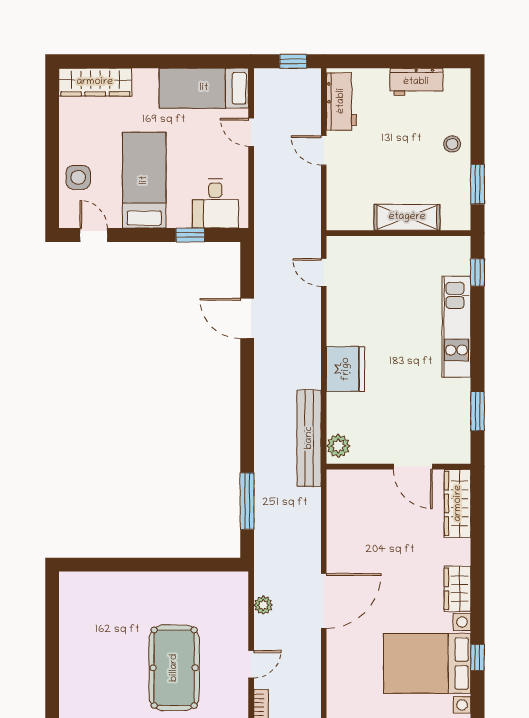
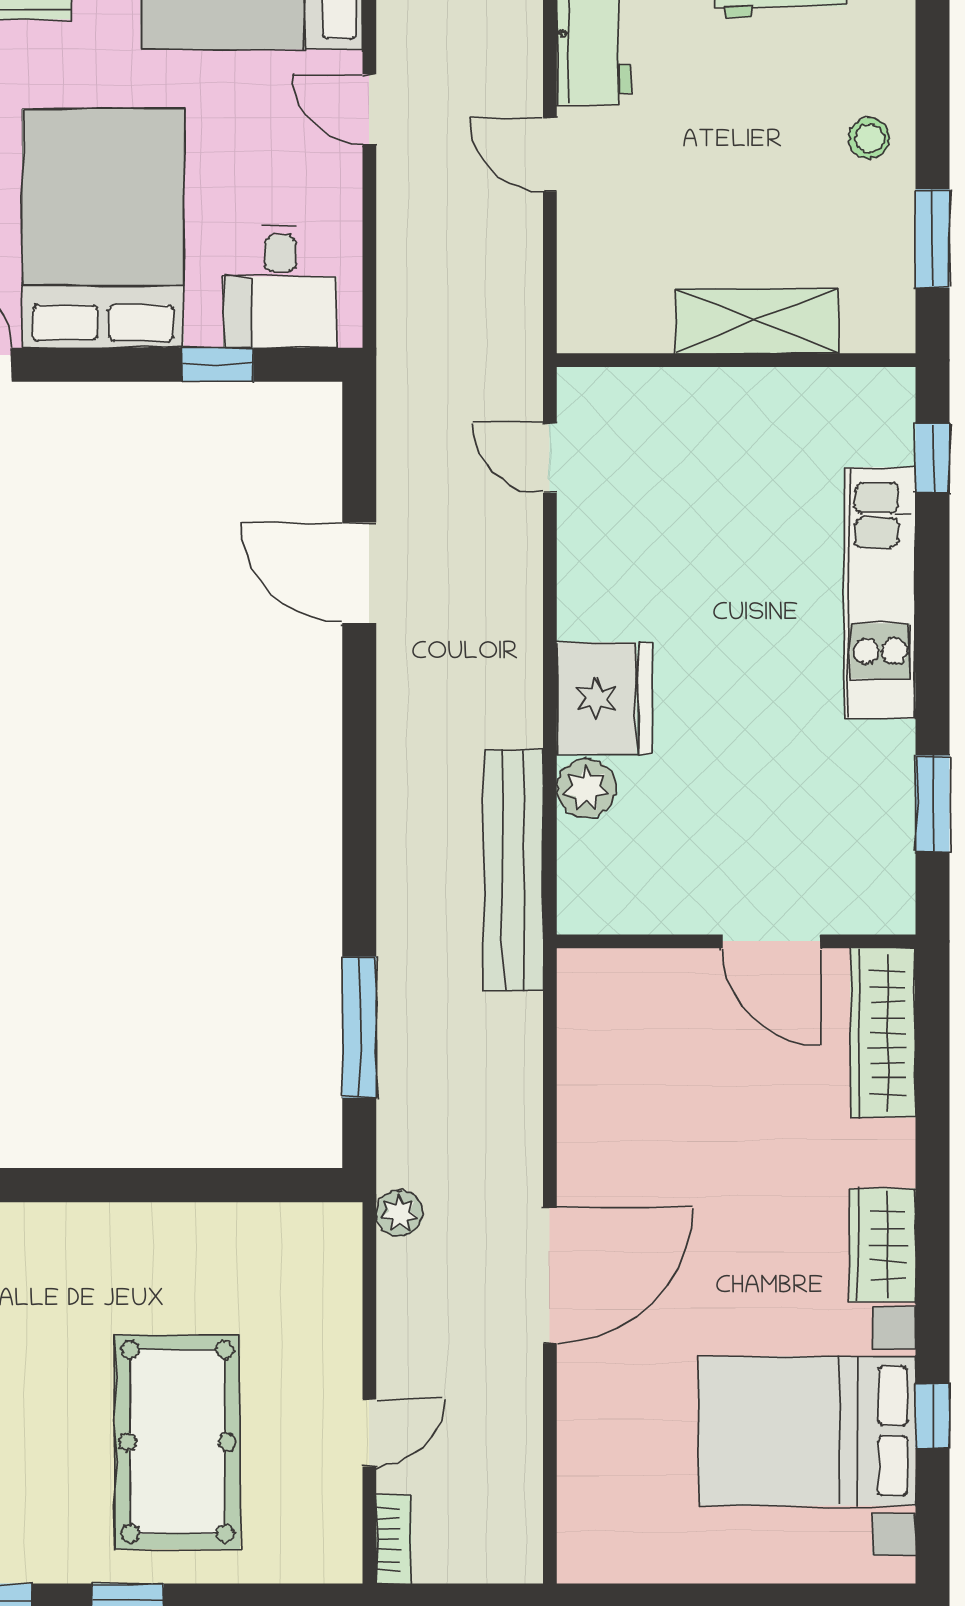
bed: (144, 180) -> (103, 228), width x1.50
plant: (338, 446) -> (586, 788), moved
plant: (263, 605) -> (399, 1213), moved

